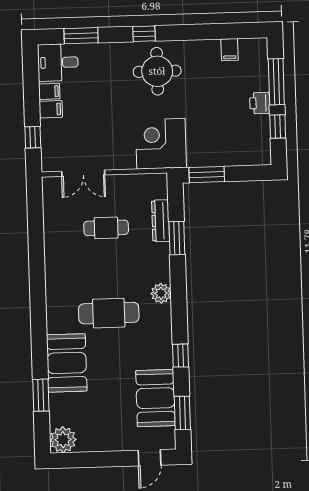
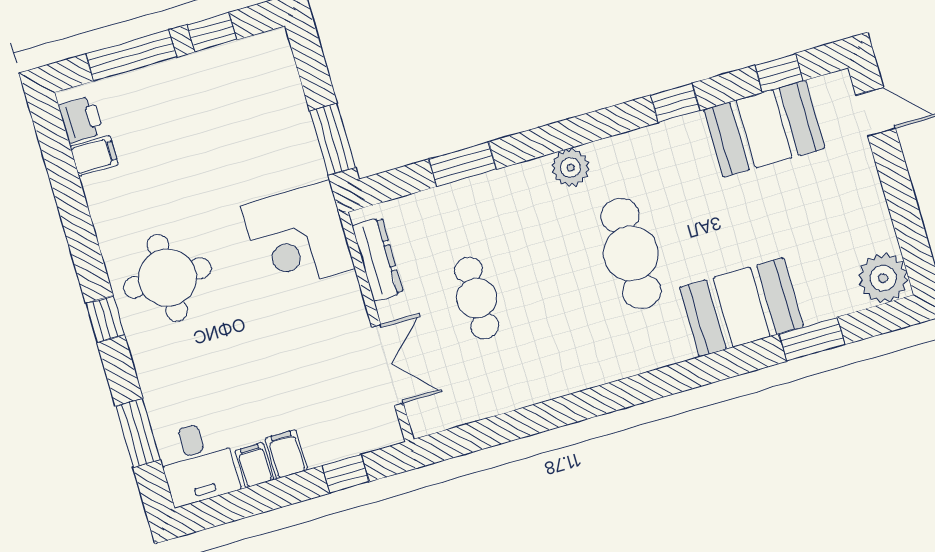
printer: (260, 103) -> (81, 119), moved, turned -90
dresser: (161, 221) -> (378, 259), moved, turned -90
window: (182, 413) -> (779, 73), width x0.67

